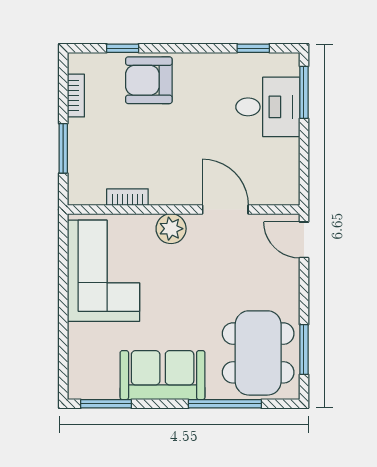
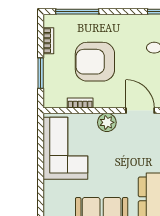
window: (123, 48) -> (77, 12), width x2.17
armchair: (149, 80) -> (95, 62), moved, width x1.36, depth x1.36

